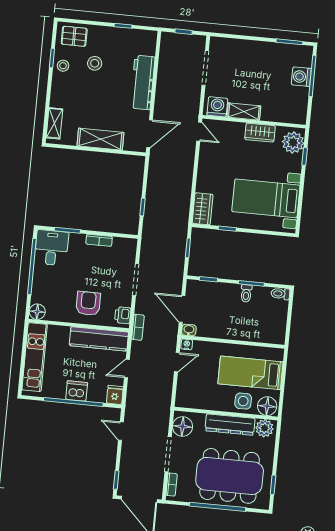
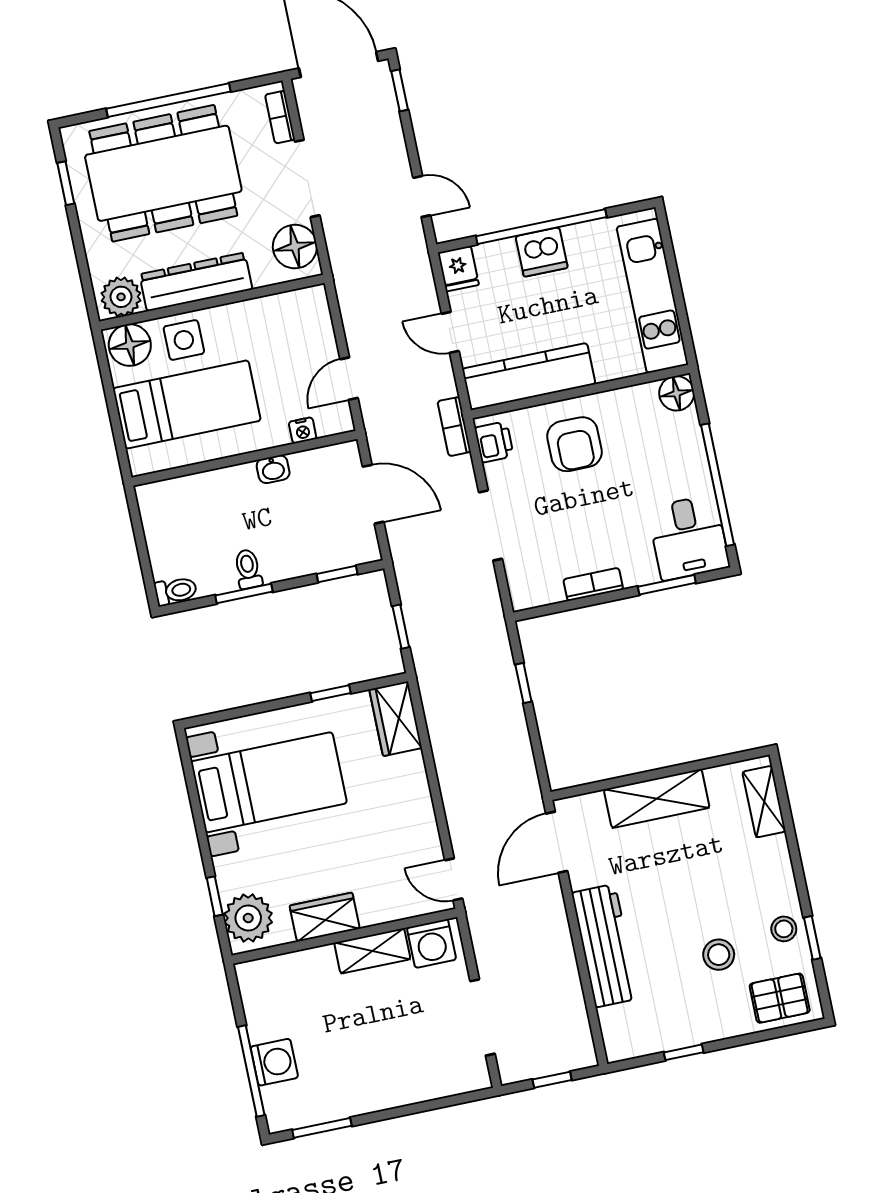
washbasin: (189, 330) -> (273, 469), moved
nightstand: (187, 344) -> (303, 430), moved
door: (127, 368) -> (450, 332), swing flipped

